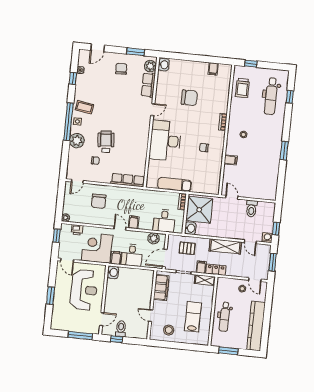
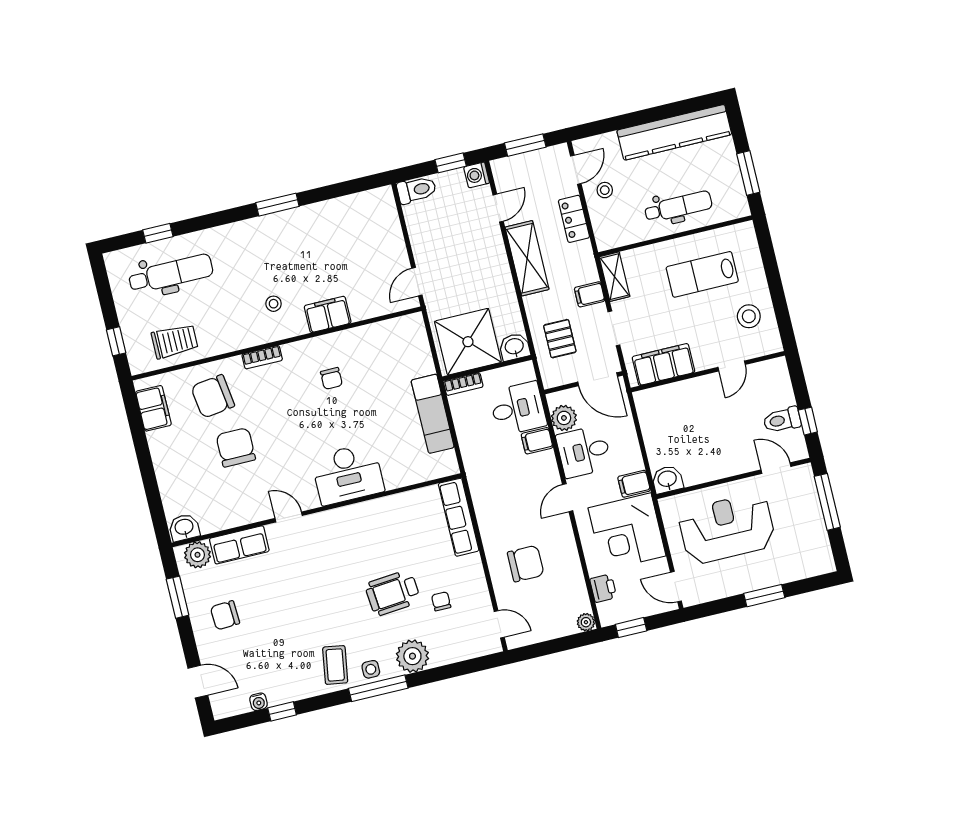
filing cabinet: (213, 69) -> (153, 408), width x2.00
chair: (214, 96) -> (213, 396), added
window: (68, 122) -> (378, 688), width x0.68
desk: (165, 141) -> (348, 474), width x0.73, depth x0.77
filing cabinet: (231, 160) -> (328, 314), width x2.00
toilet: (251, 209) -> (417, 190), moved
filing cabinet: (134, 222) -> (537, 441), moved
desk: (132, 255) -> (584, 451), moved, turned 180
door: (67, 260) -> (676, 587), swing flipped
locker: (216, 270) -> (574, 219), moved

